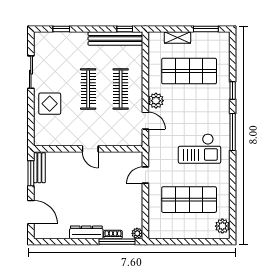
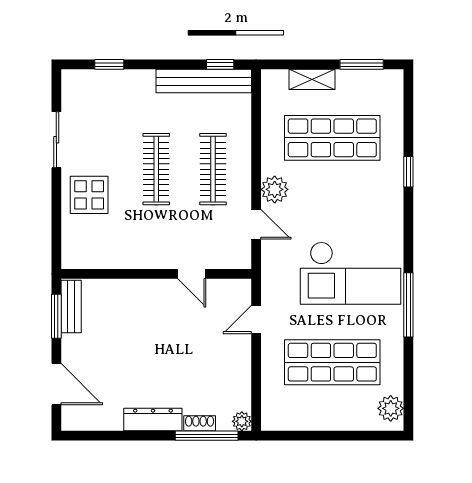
window: (233, 132) -> (408, 305), moved
door: (90, 149) -> (192, 274), moved
checkout: (200, 149) -> (351, 273), width x1.36, depth x1.21

